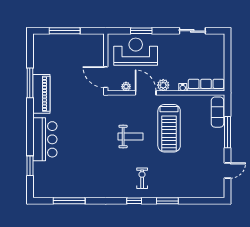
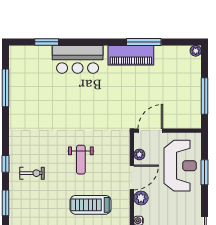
window: (65, 31) -> (205, 96), moved
plant: (38, 38) -> (196, 51), added
treadmill: (169, 128) -> (91, 205), width x0.73, depth x0.73

